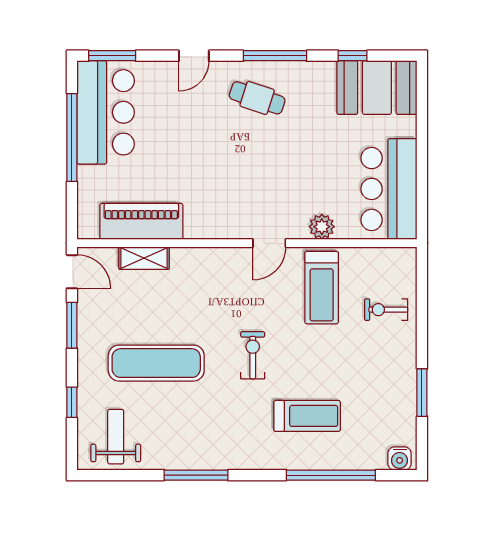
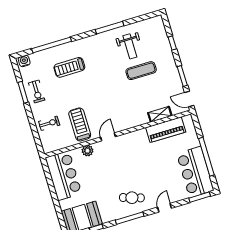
exercise bike: (253, 355) -> (37, 91), moved
exercise mat: (156, 363) -> (141, 71), width x0.73, depth x0.69
weight bench: (116, 437) -> (130, 46), moved

